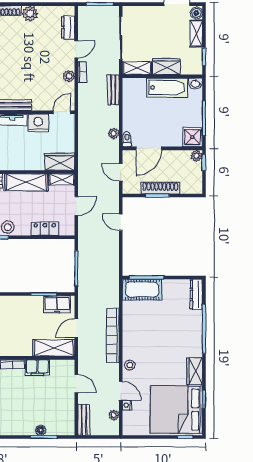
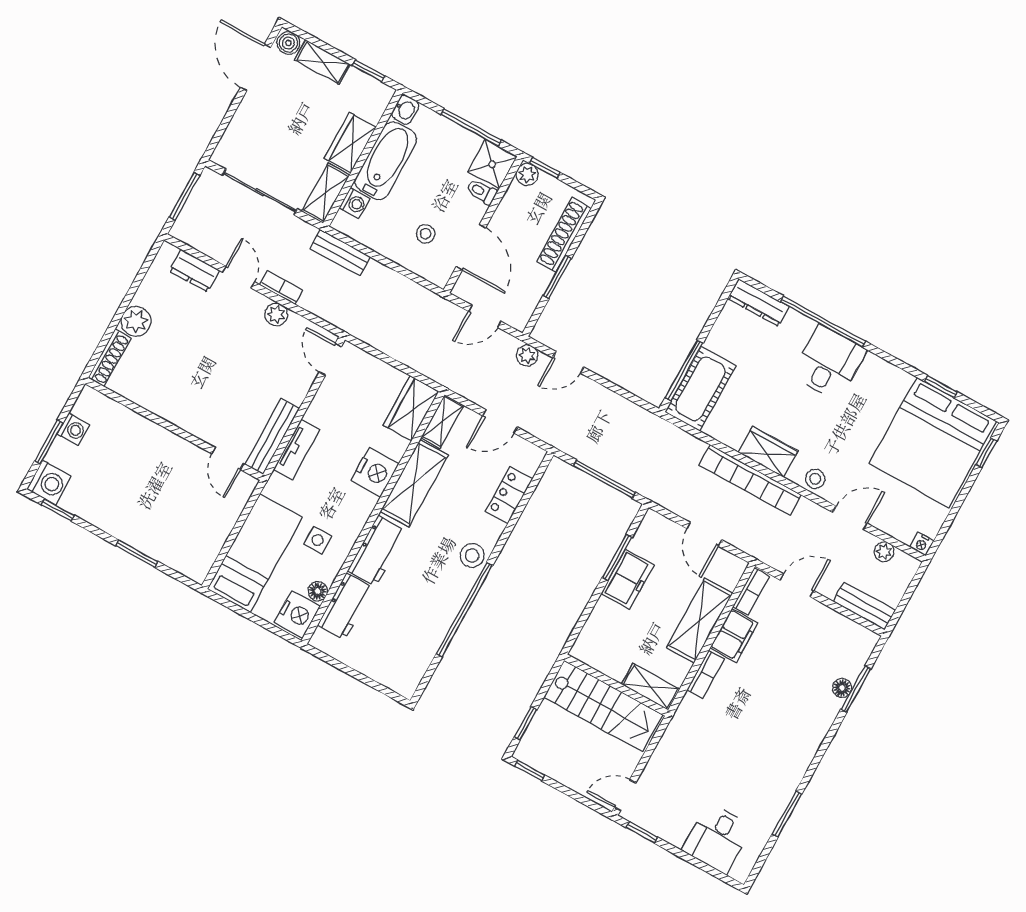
washing machine: (140, 84) -> (355, 203), added
nightstand: (38, 123) -> (375, 472), moved, turned 180
stool: (144, 124) -> (426, 234), added
plant: (114, 133) -> (527, 355), moved
toilet: (127, 139) -> (482, 192), moved
shoe rack: (160, 188) -> (564, 235), moved
door: (76, 206) -> (500, 422), swing flipped
freezer: (57, 304) -> (628, 579), moved
desk: (187, 342) -> (829, 363), added
shelving: (54, 348) -> (700, 620), moved
bookcase: (62, 364) -> (751, 592), added
wardrobe: (194, 371) -> (768, 452), moved, turned 180
nightstand: (127, 405) -> (922, 544), moved

